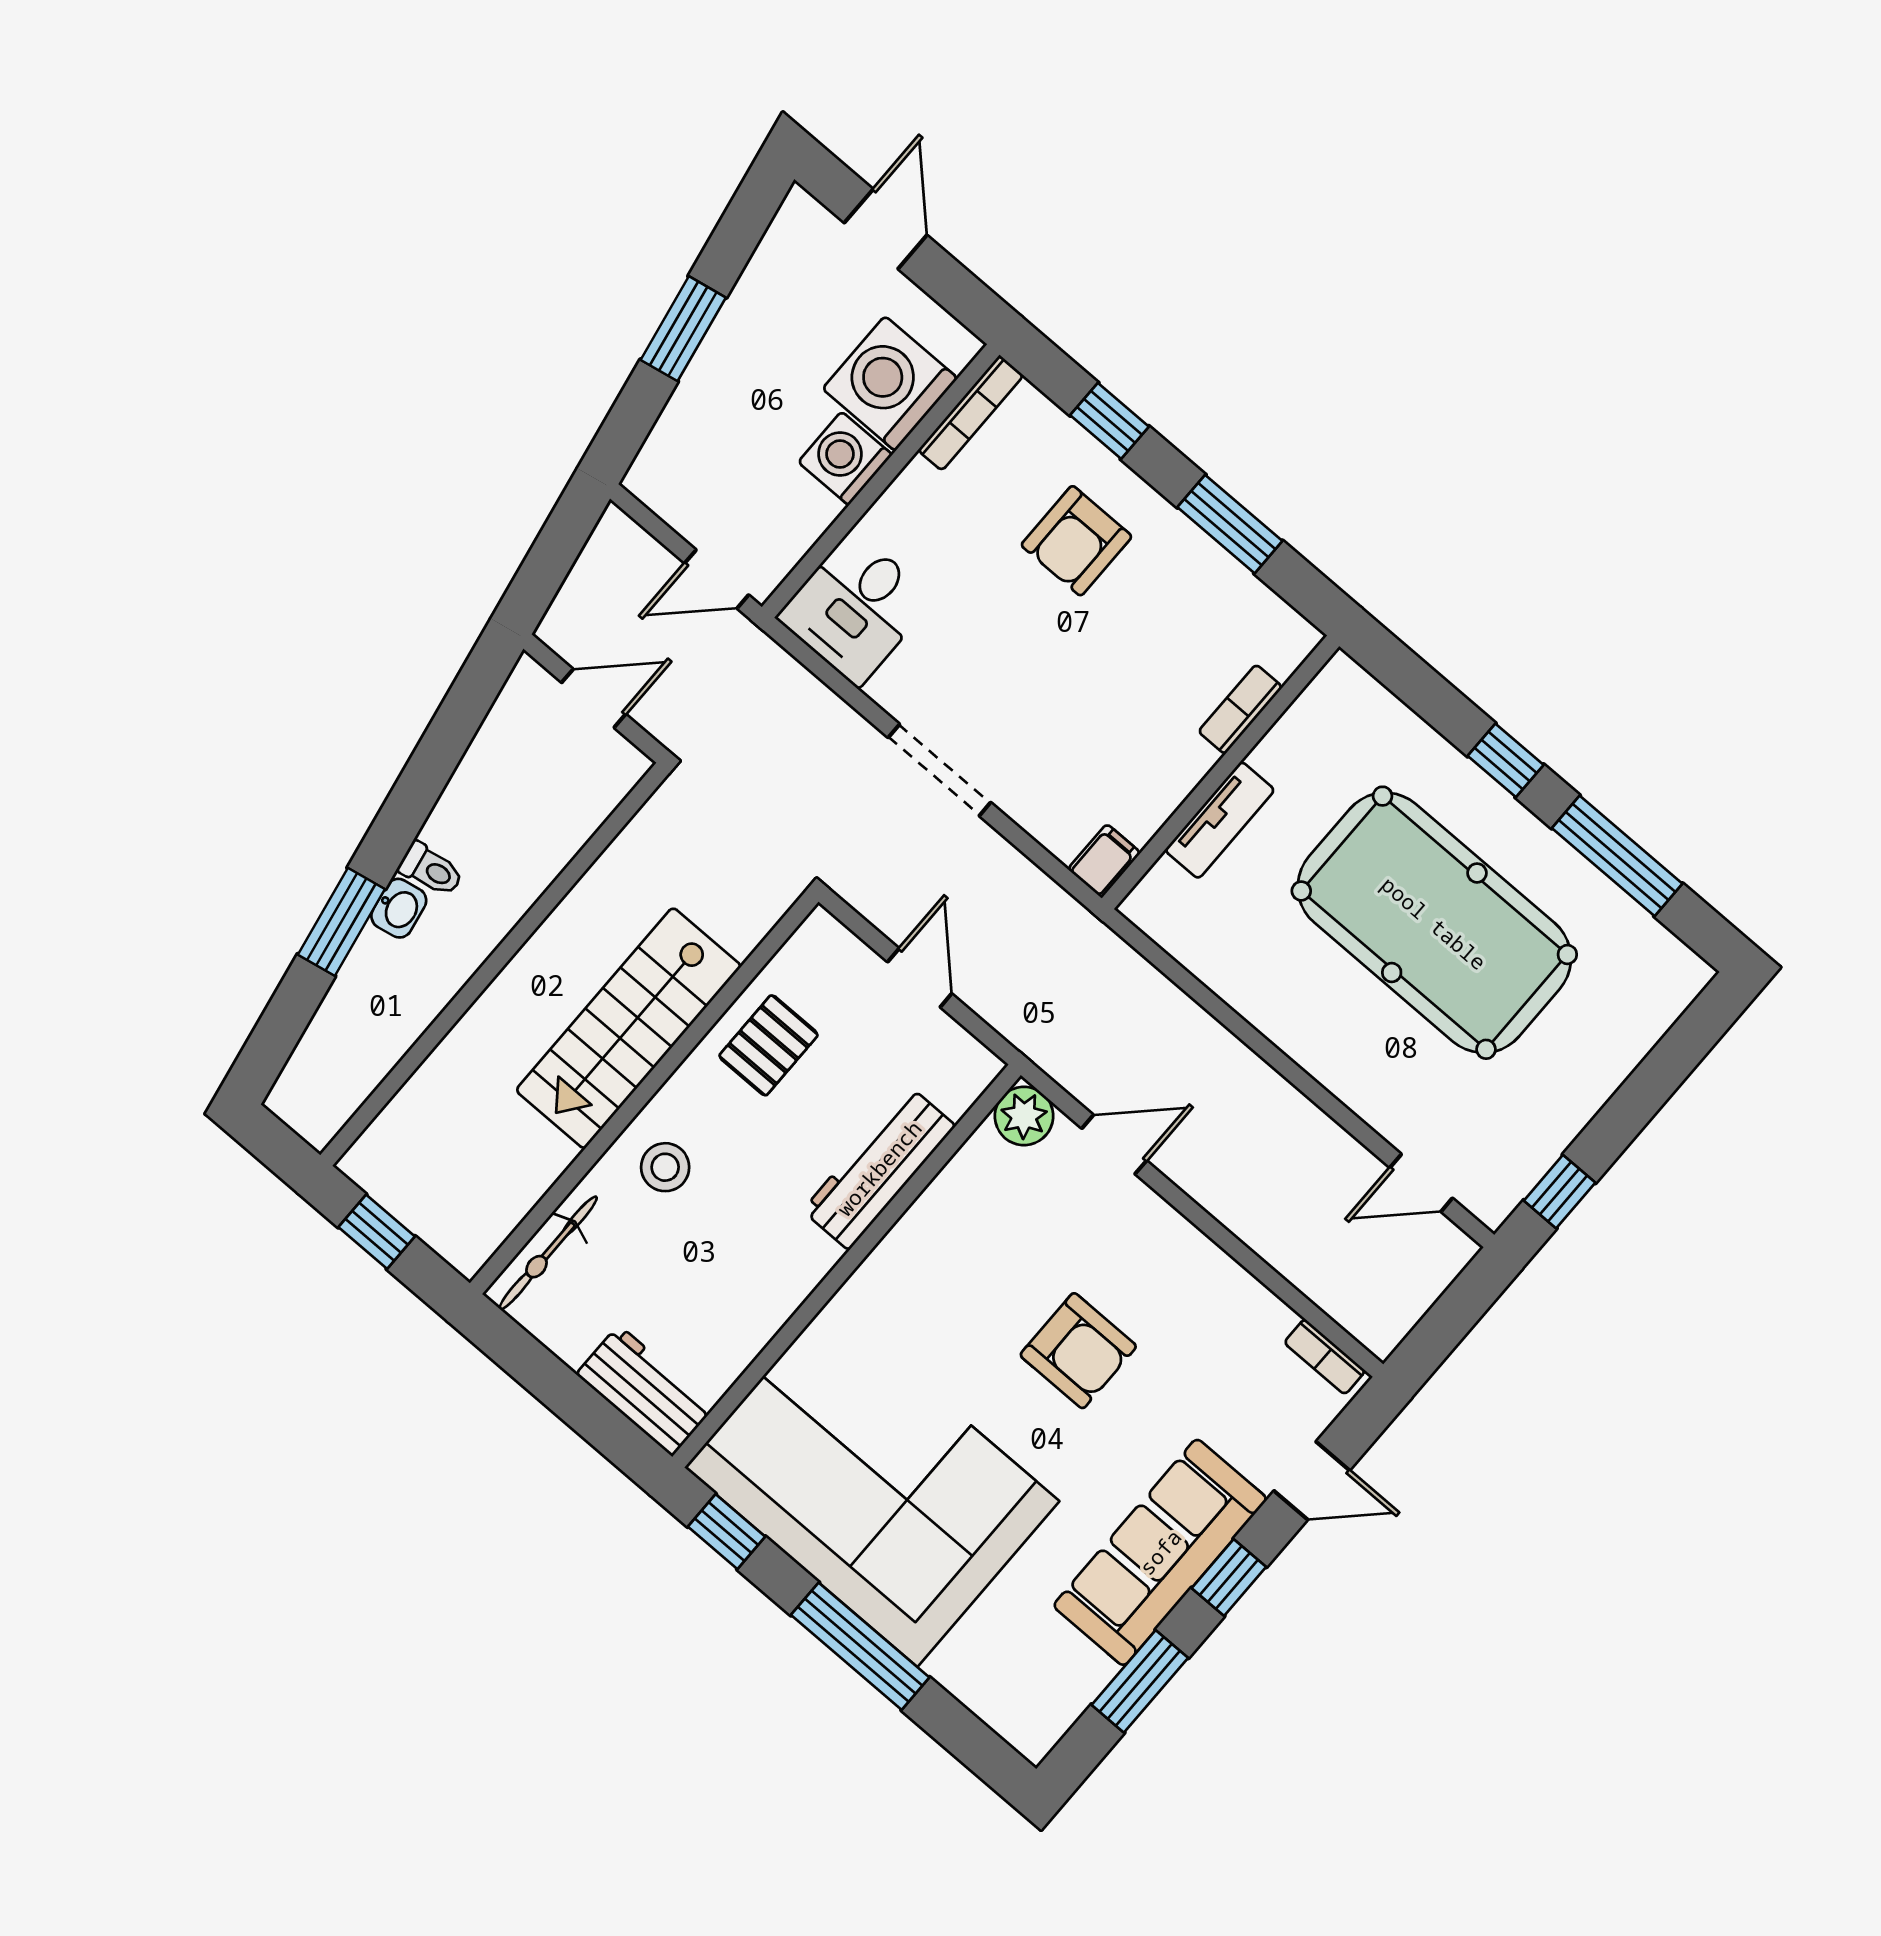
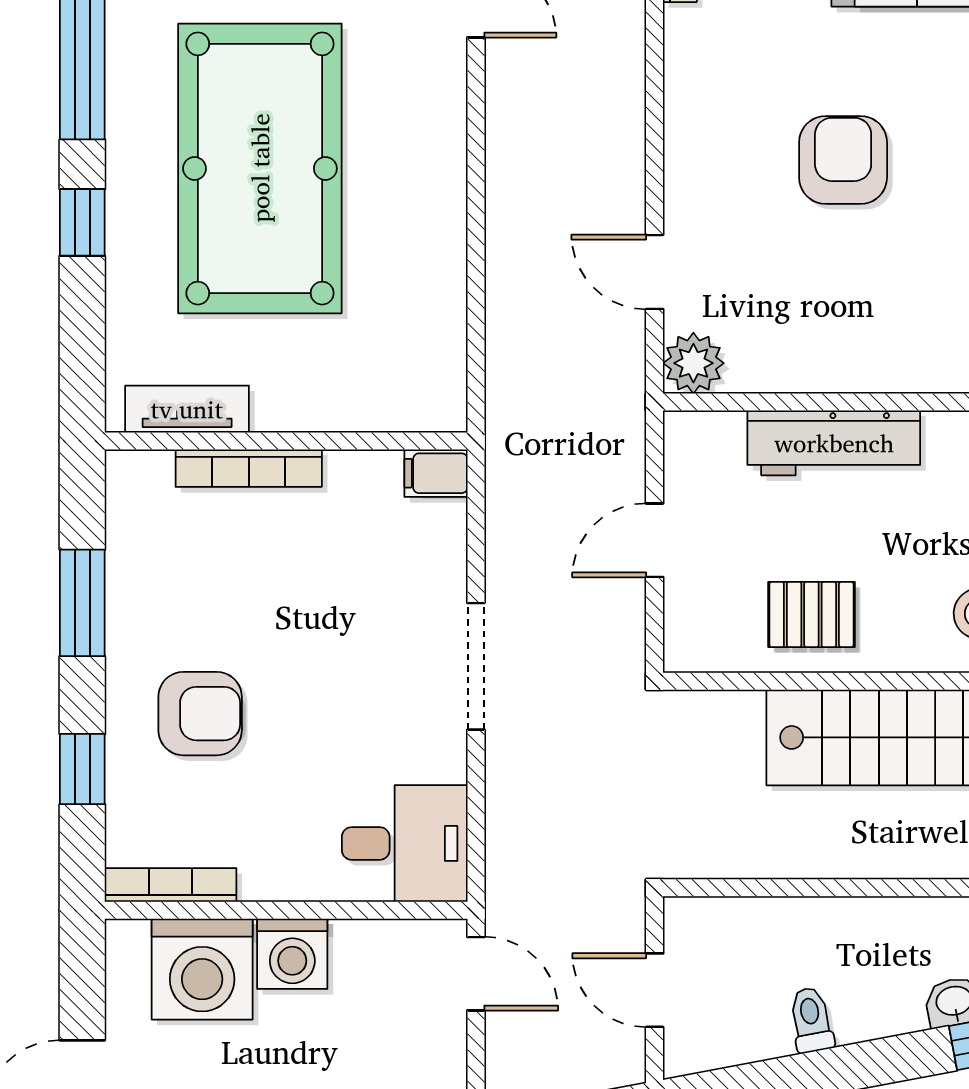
bookcase: (1240, 709) -> (249, 468), width x1.56
tv unit: (1220, 820) -> (187, 409), moved
toilet: (431, 869) -> (811, 1020), moved

